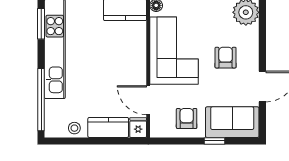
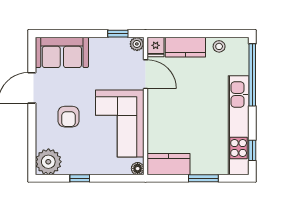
window: (41, 24) -> (252, 150), width x0.67
armchair: (187, 118) -> (107, 56), removed
plant: (157, 131) -> (137, 44), added
window: (214, 141) -> (118, 34), moved

